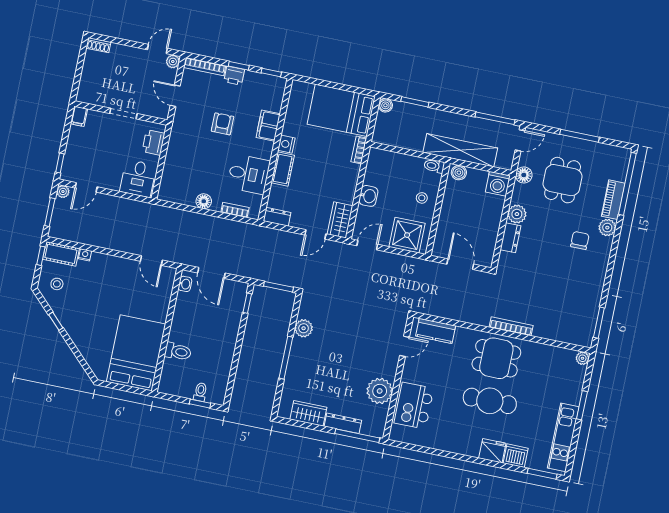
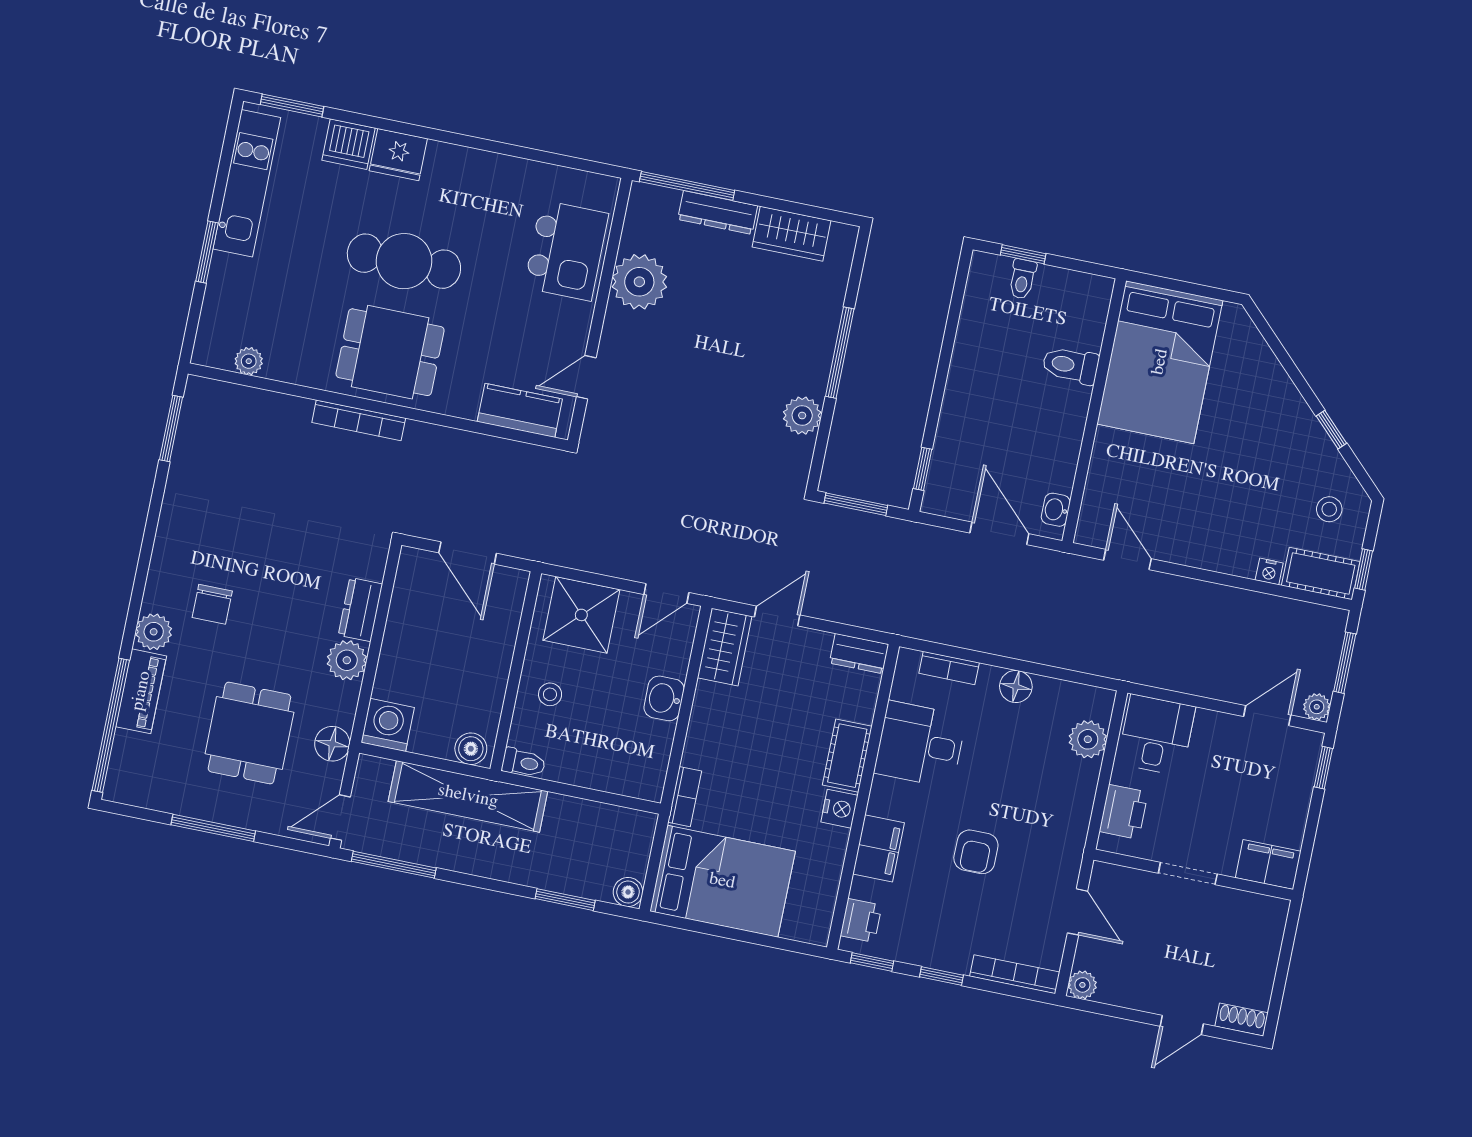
door: (157, 49) -> (1182, 1025), moved
printer: (234, 76) -> (861, 920), moved, turned 90
filing cabinet: (79, 116) -> (1268, 864), width x2.00
plant: (170, 176) -> (1088, 739), added
plant: (582, 358) -> (249, 361), moved

